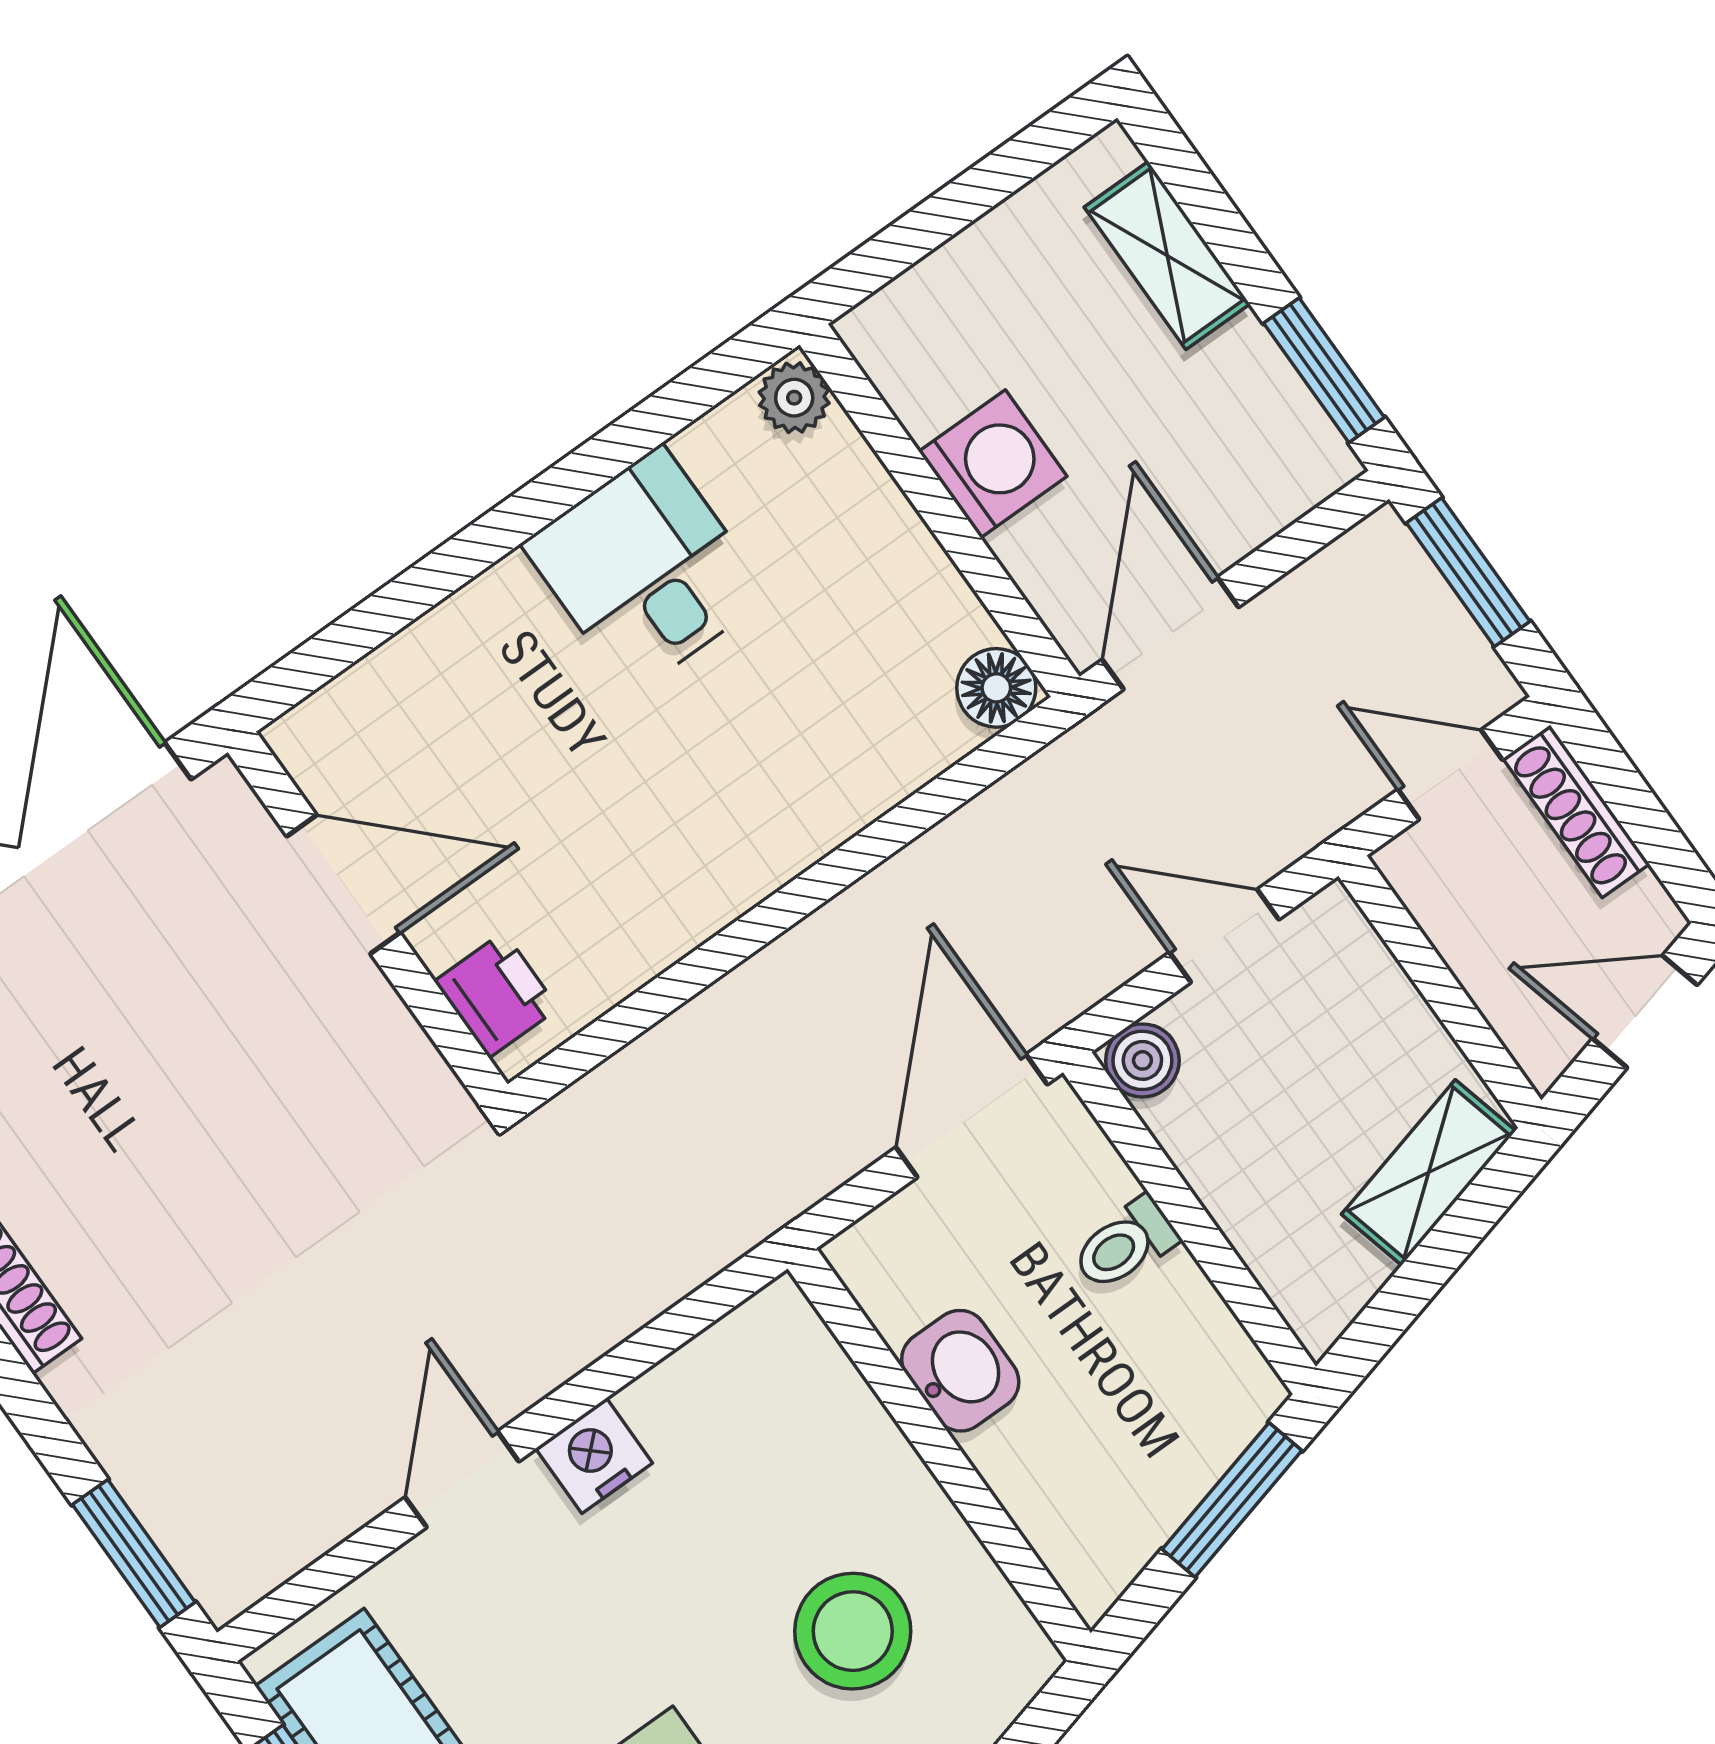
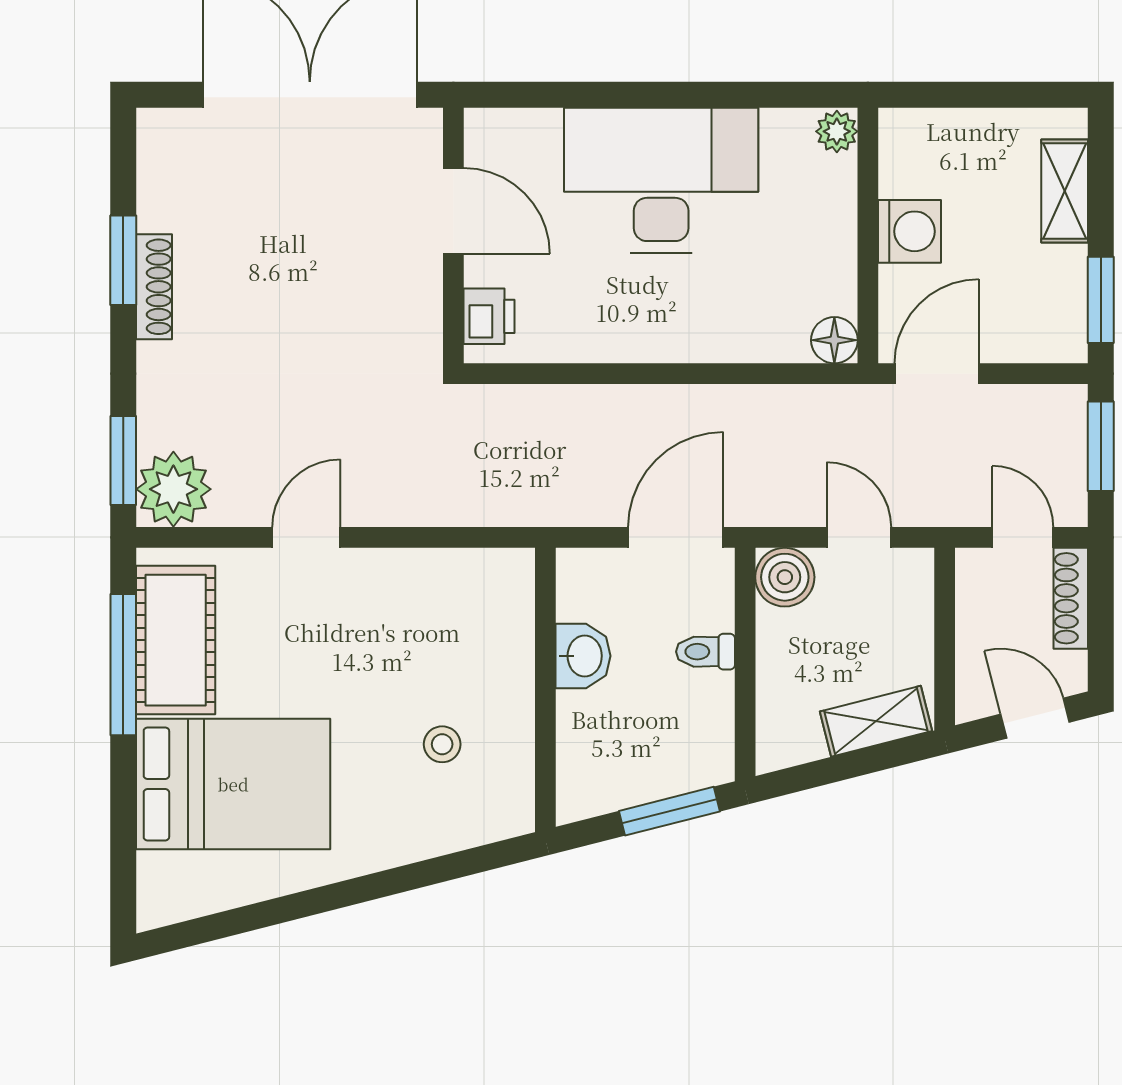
desk: (646, 570) -> (661, 180), width x1.87, depth x1.30
boiler: (1142, 1060) -> (785, 577), width x1.36, depth x1.36
nightstand: (594, 1456) -> (378, 571), removed
plant: (231, 1544) -> (173, 489), added
stool: (853, 1631) -> (442, 744), width x0.53, depth x0.53

